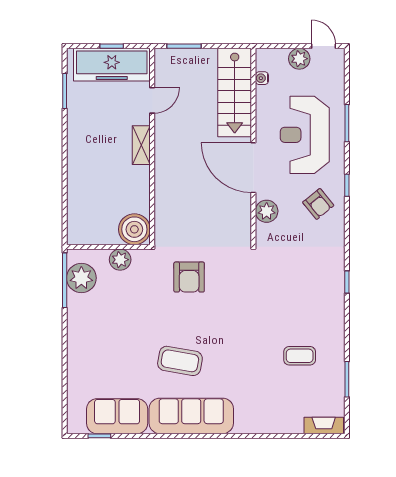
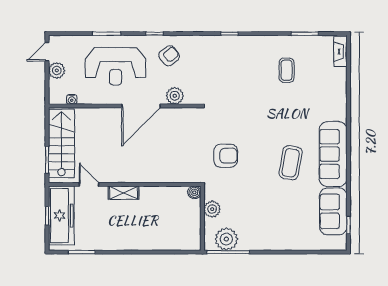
stairs: (235, 92) -> (61, 143), moved, turned -90
boiler: (134, 229) -> (194, 192), width x0.54, depth x0.54

